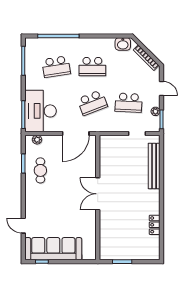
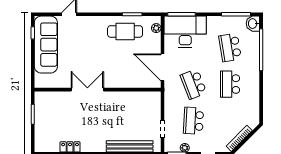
washbasin: (123, 44) -> (253, 24), moved
cafe table: (40, 170) -> (125, 31), width x1.37, depth x1.35
double door: (98, 194) -> (87, 90), moved

